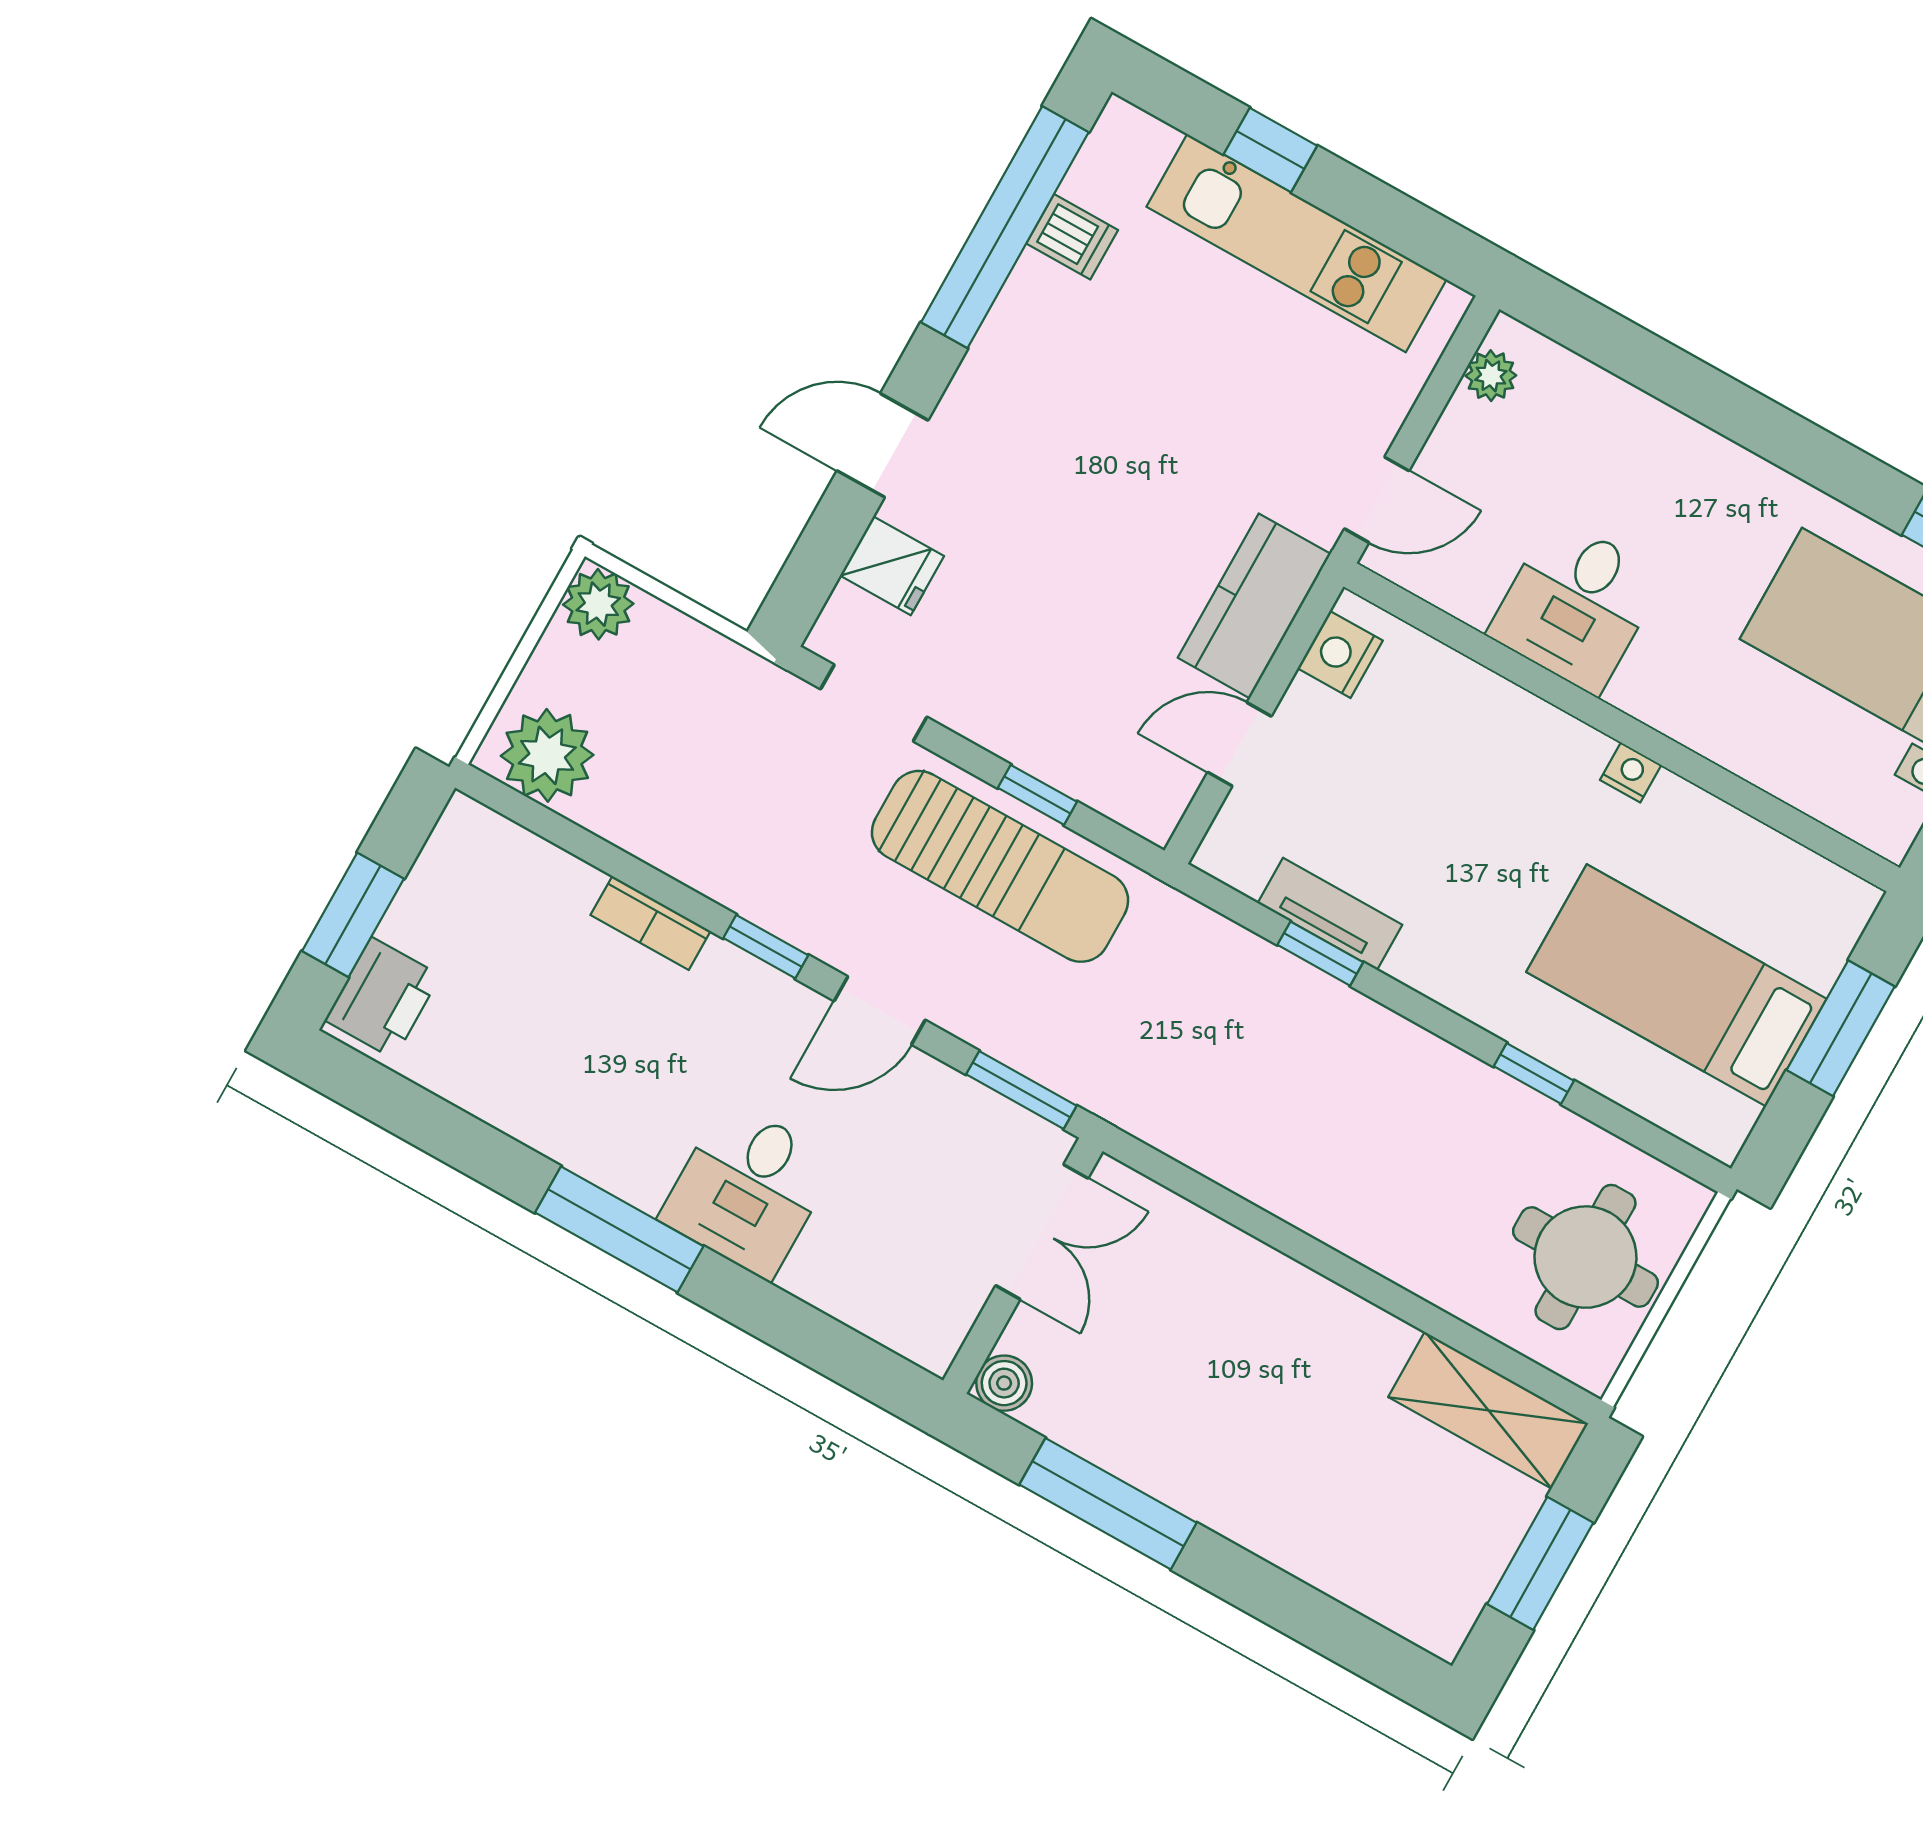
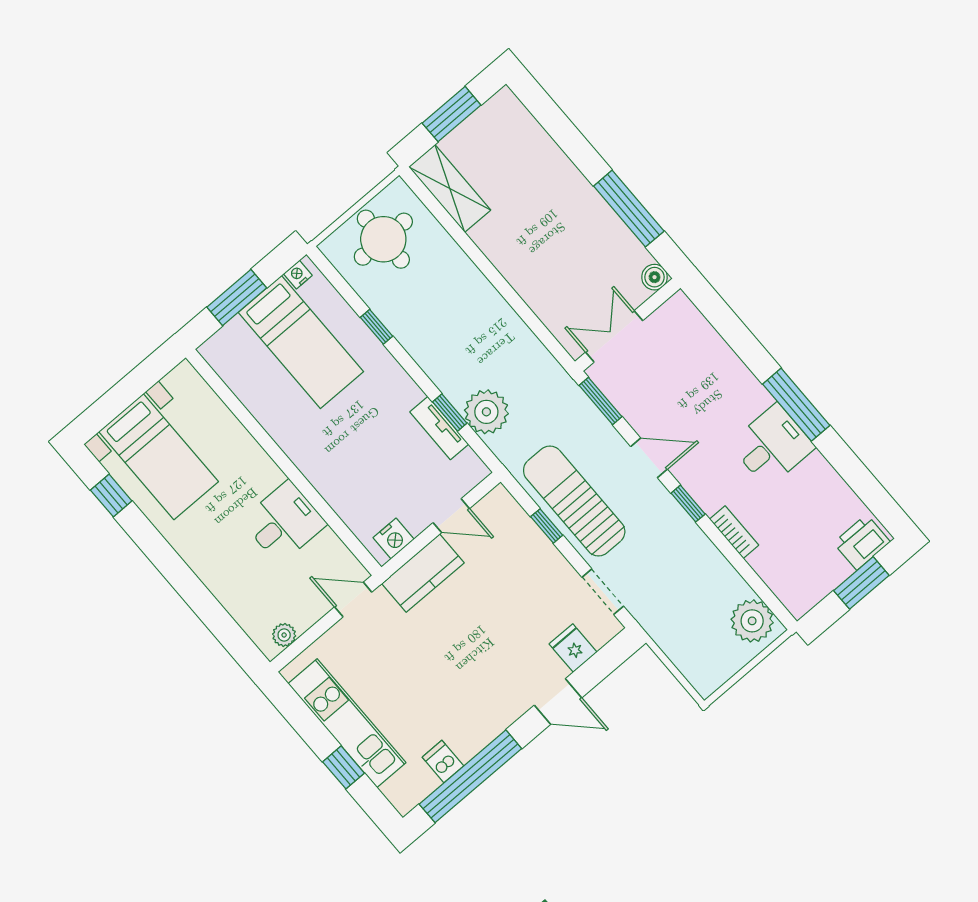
plant: (598, 604) -> (486, 412), moved, width x1.36, depth x1.36
nightstand: (1631, 772) -> (298, 275), moved, turned 90
desk: (748, 1190) -> (772, 446), moved

